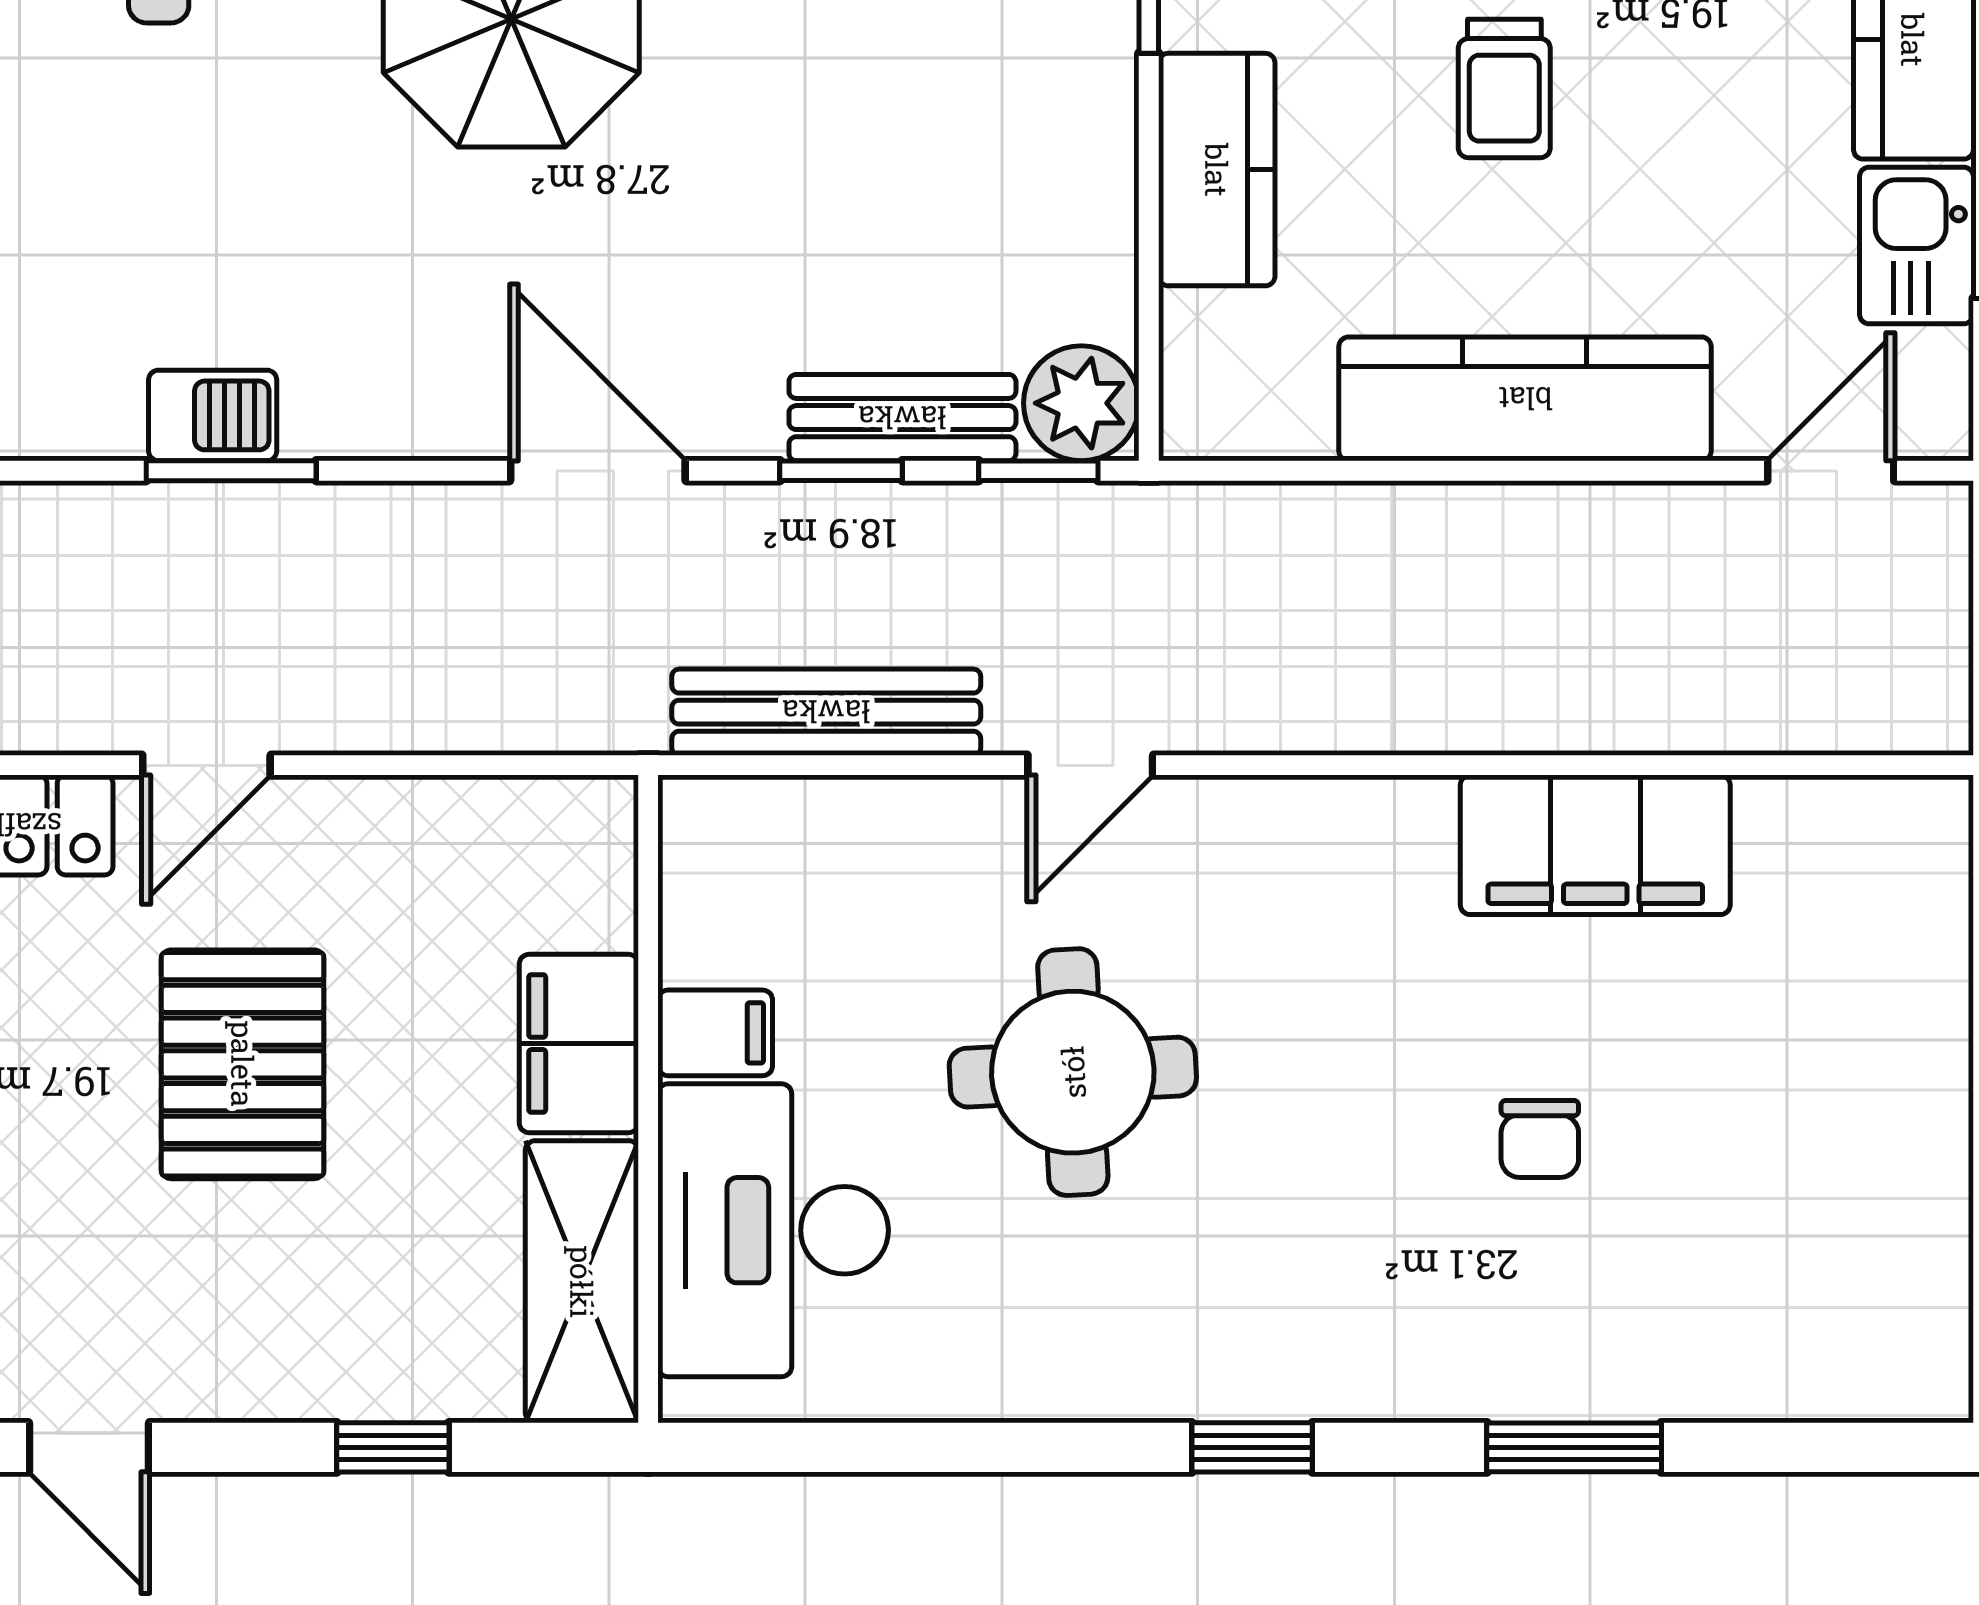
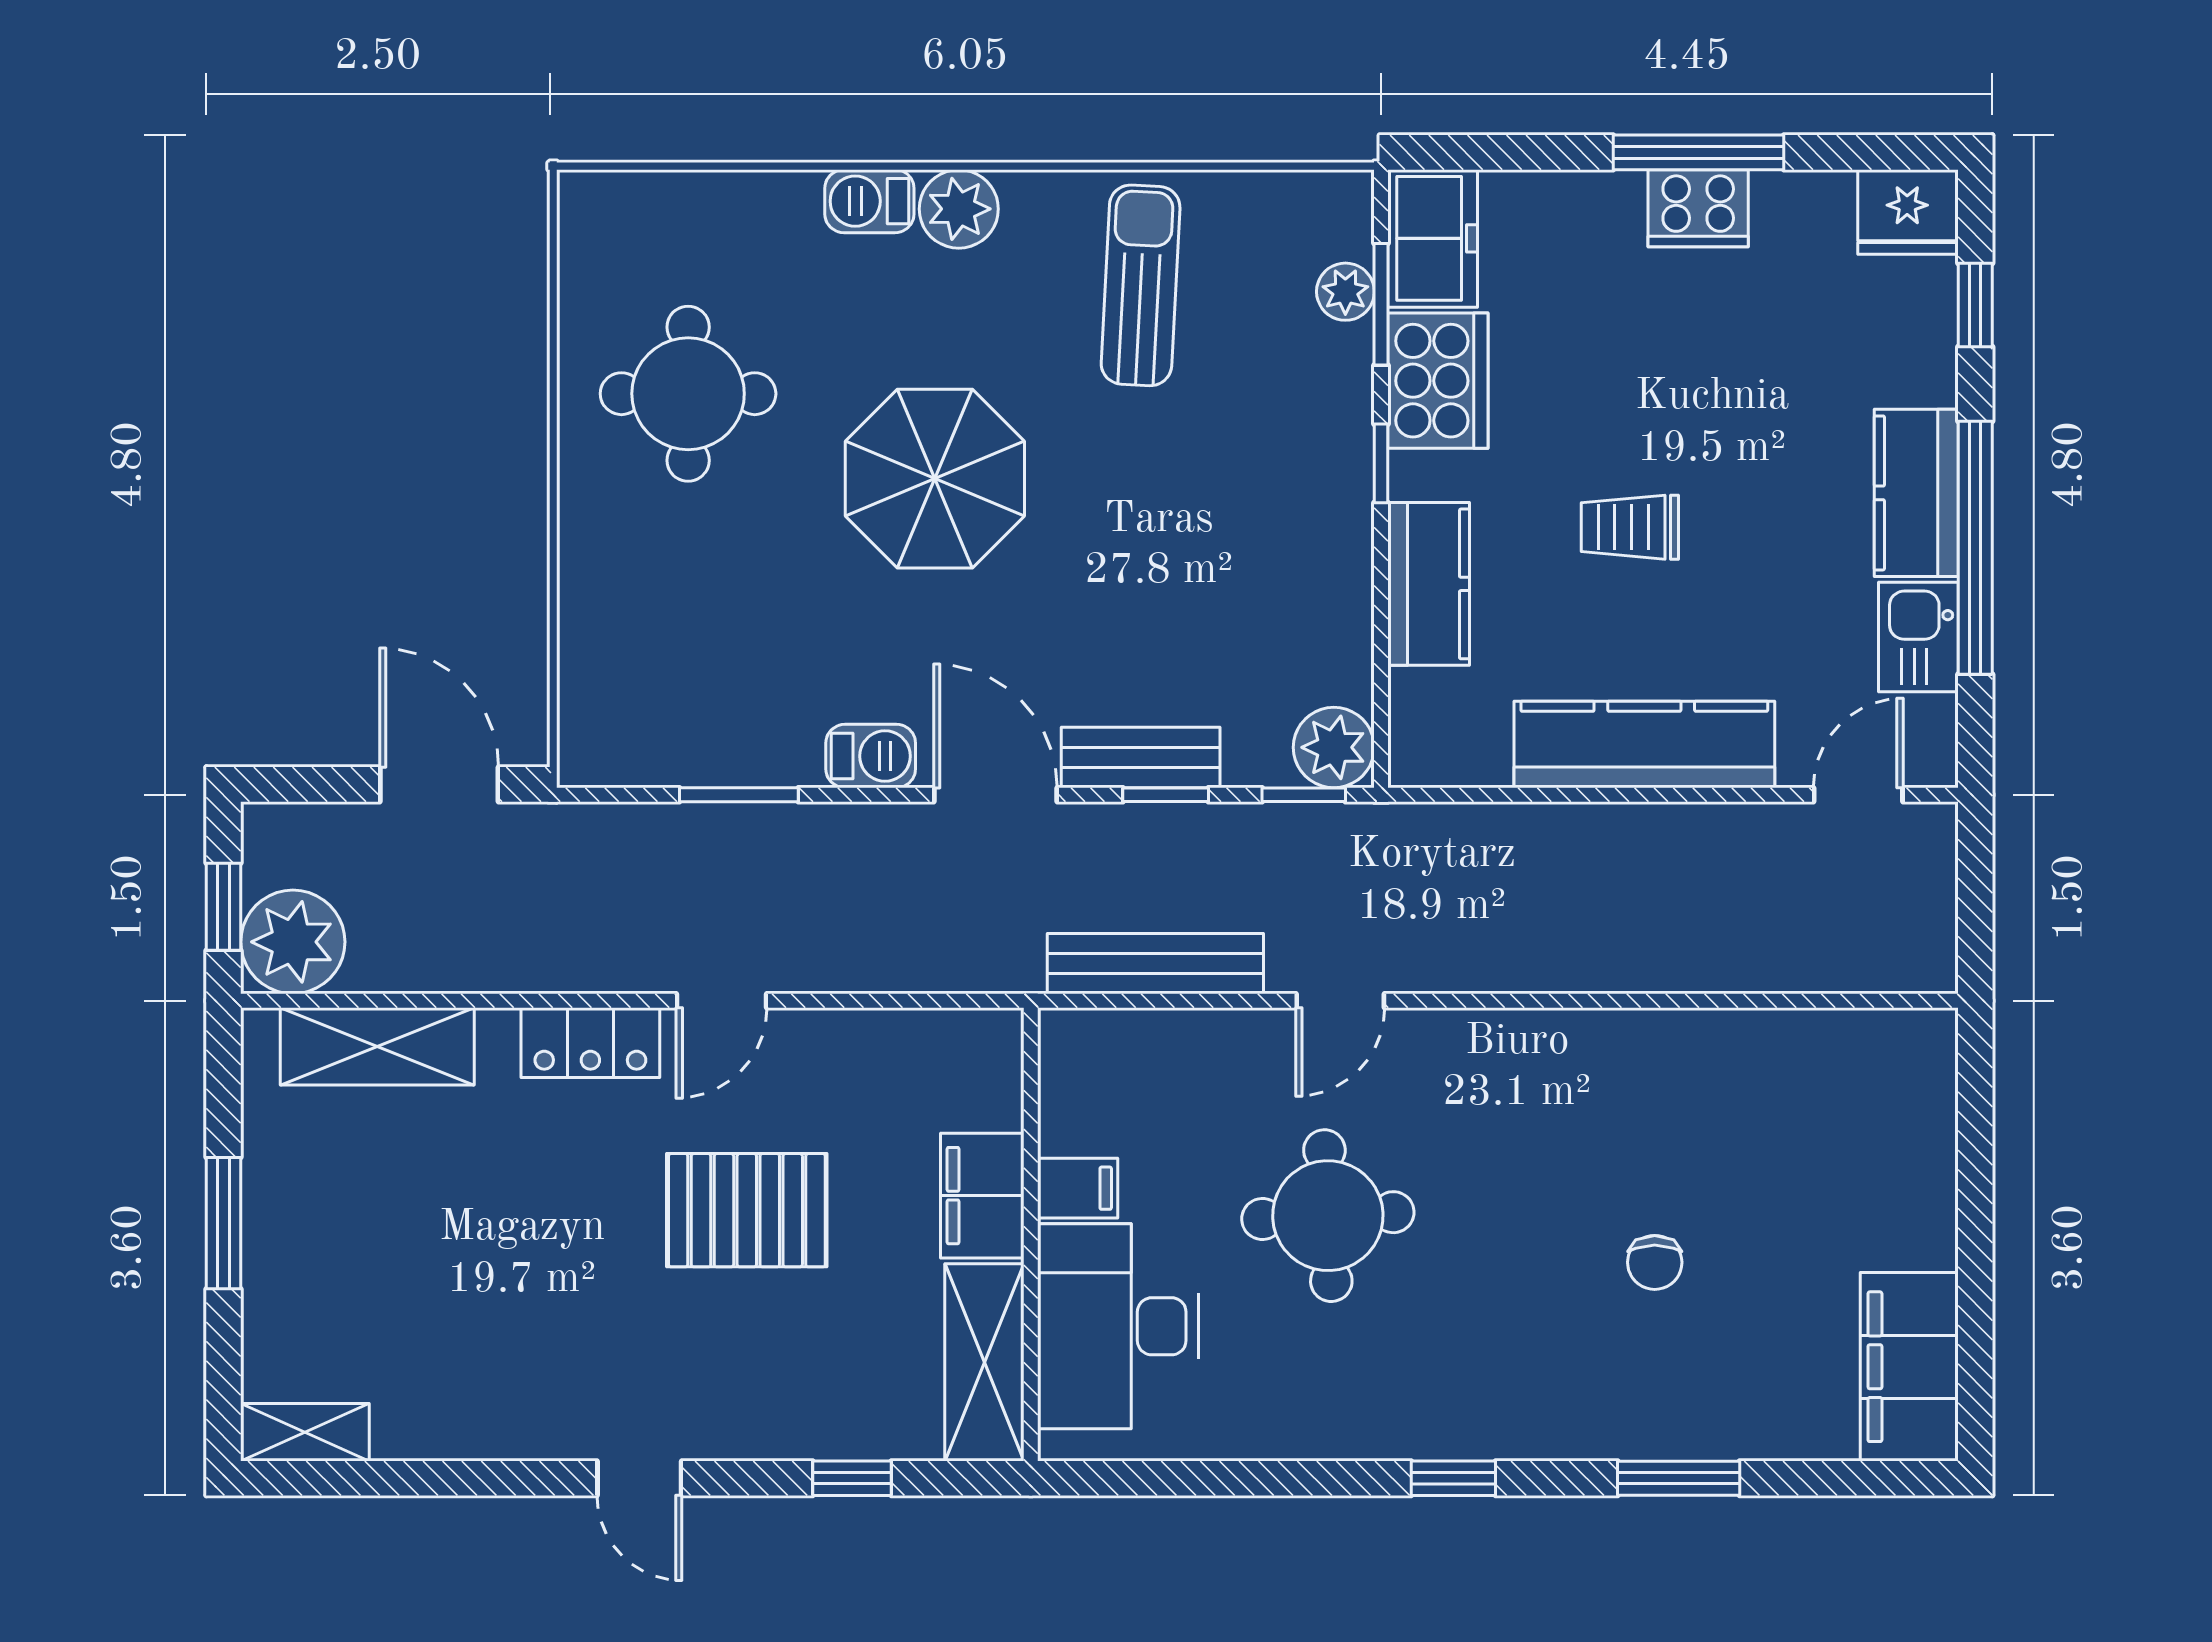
trolley: (1504, 88) -> (1630, 527), turned 90
barbecue: (213, 415) -> (871, 756), moved
bench: (902, 418) -> (1141, 758), moved
filing cabinet: (1595, 845) -> (1909, 1367), moved, turned 90
pallet: (243, 1064) -> (747, 1210), turned 90

